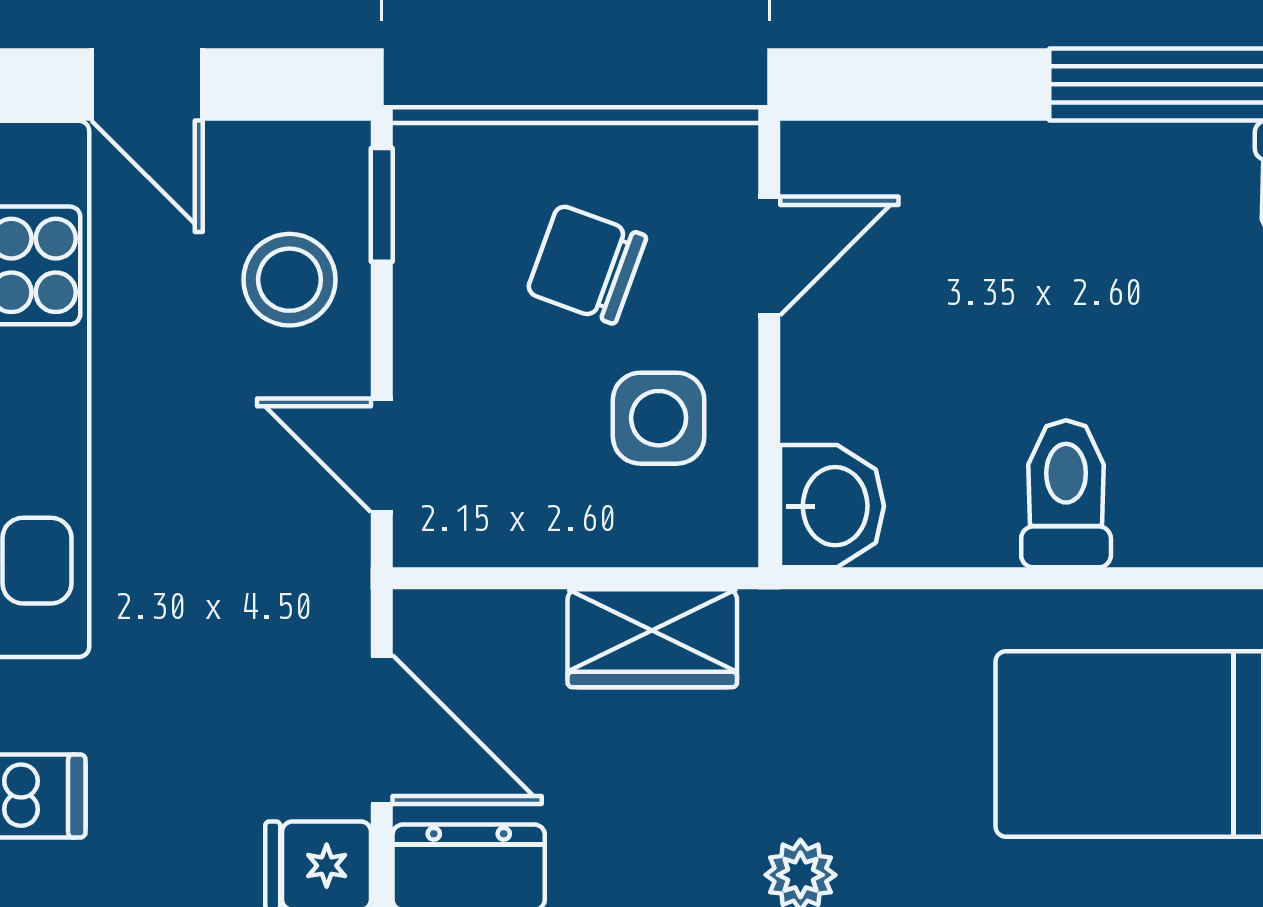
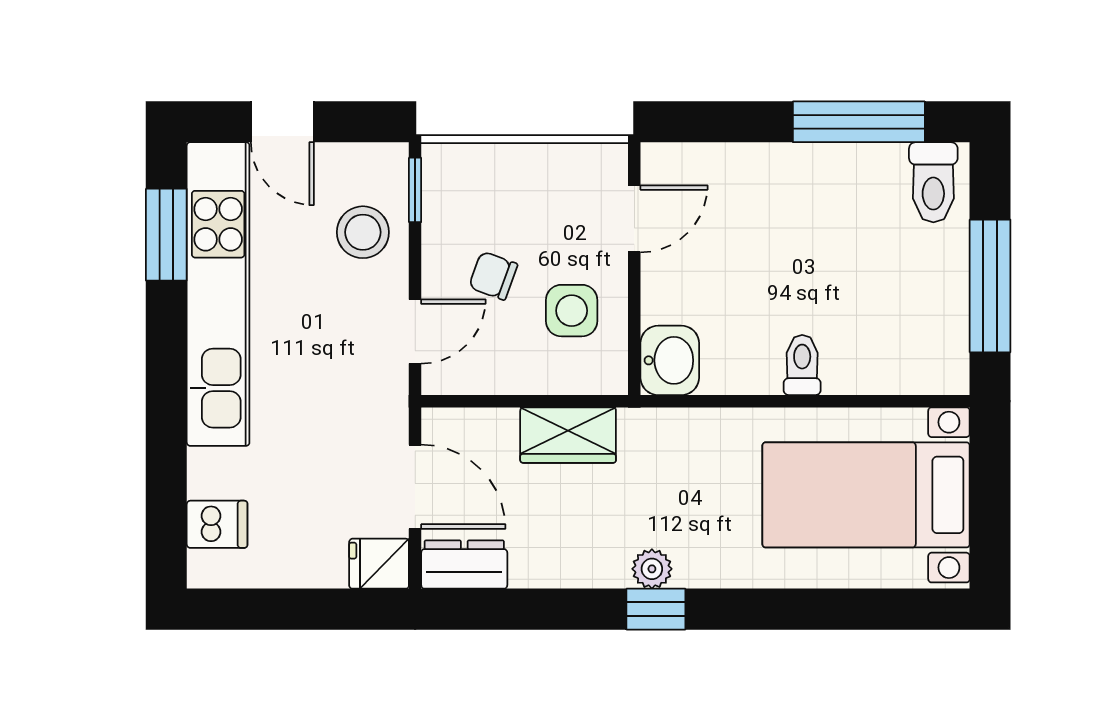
chair: (587, 264) -> (493, 276), moved, width x0.73, depth x0.73
door: (382, 455) -> (415, 332), swing flipped
toilet: (1066, 494) -> (802, 365), width x0.73, depth x0.72

